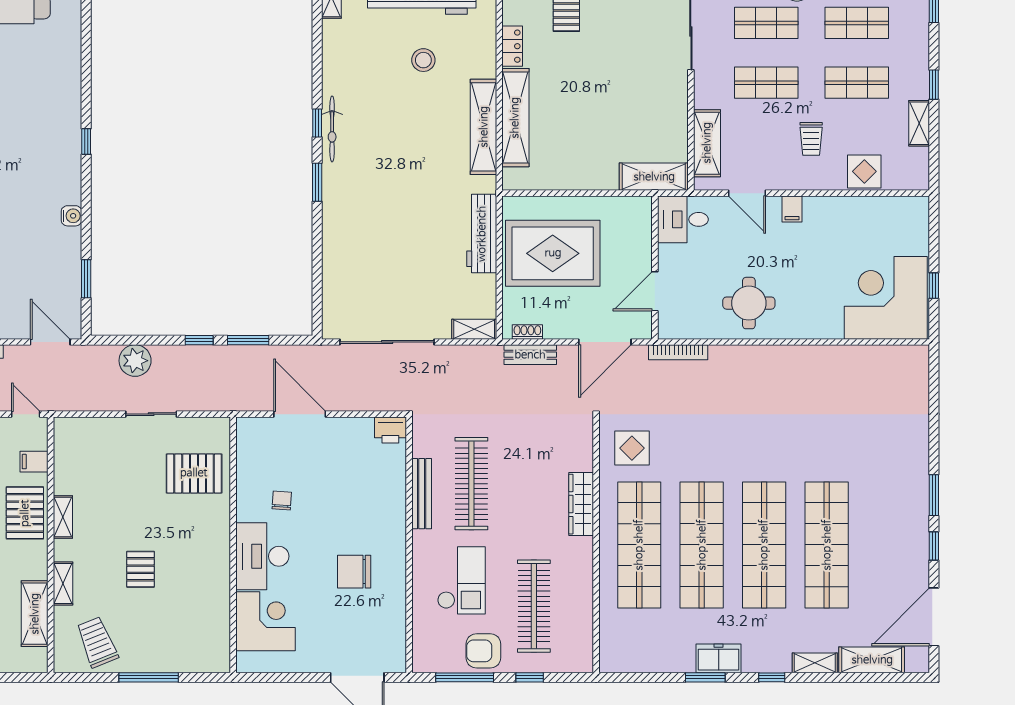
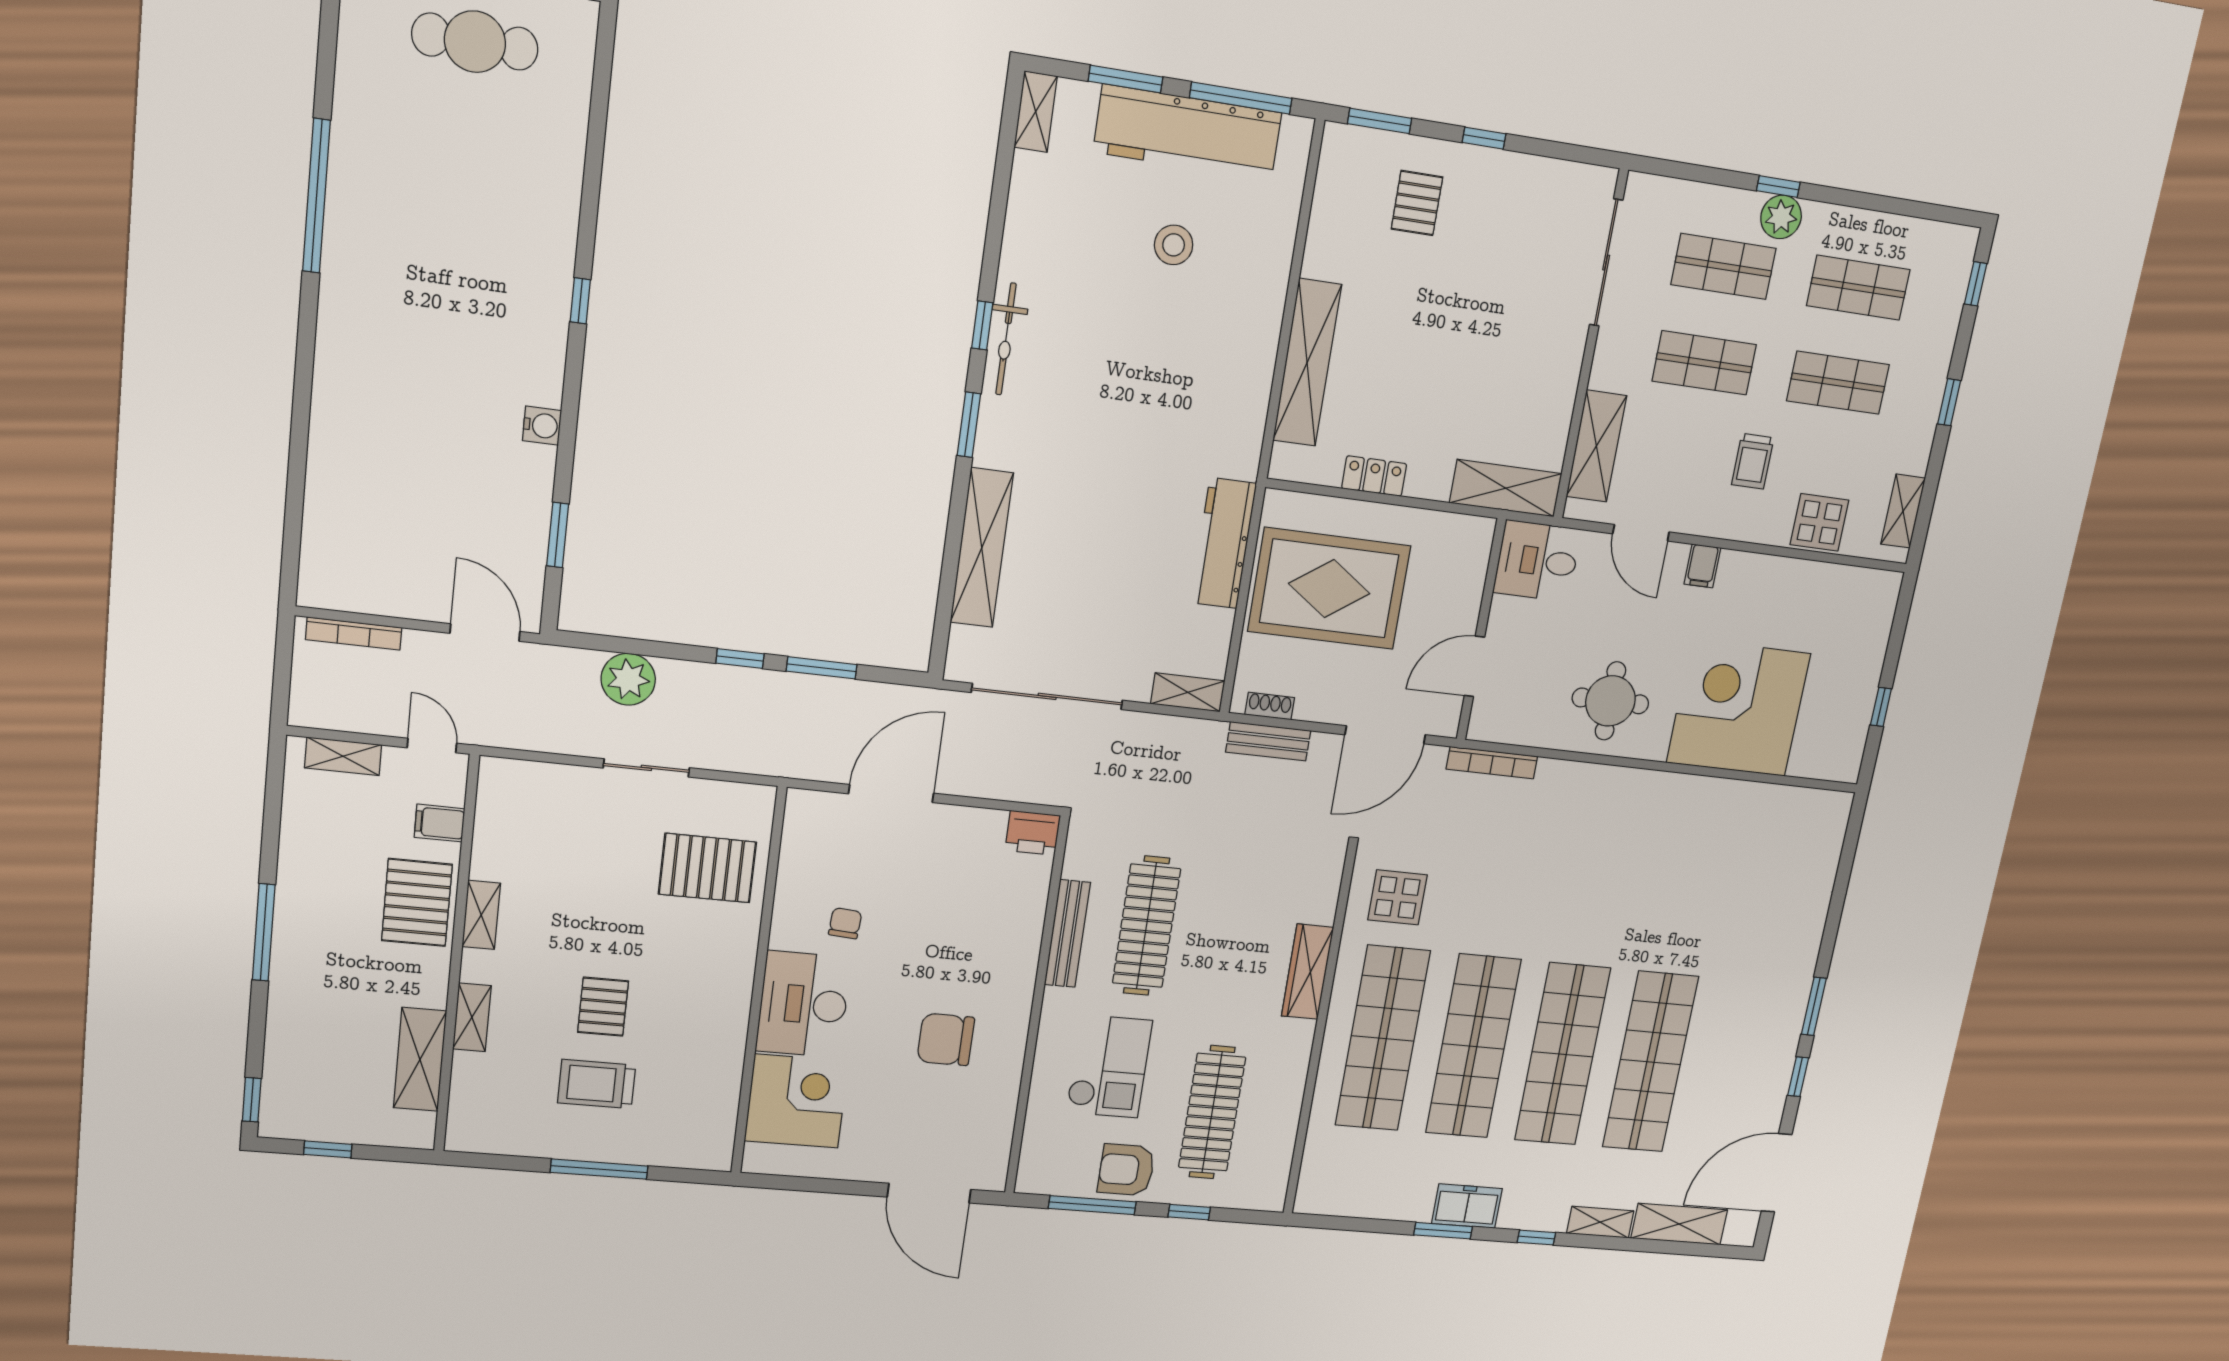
locker: (512, 46) -> (1374, 476), moved, turned -90
shelving: (919, 123) -> (1903, 511), moved
shelving: (484, 127) -> (982, 548), moved
corner desk: (886, 298) -> (1738, 708), moved
door: (300, 414) -> (891, 793), hinge flipped
trolley: (97, 642) -> (597, 1084), moved, turned -68

